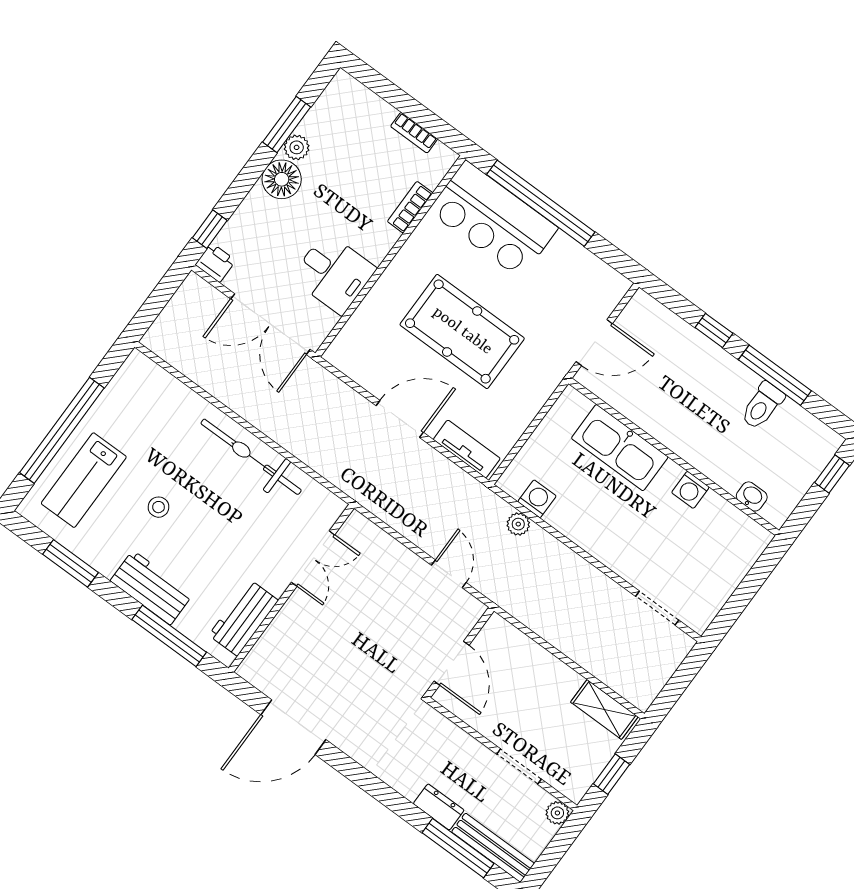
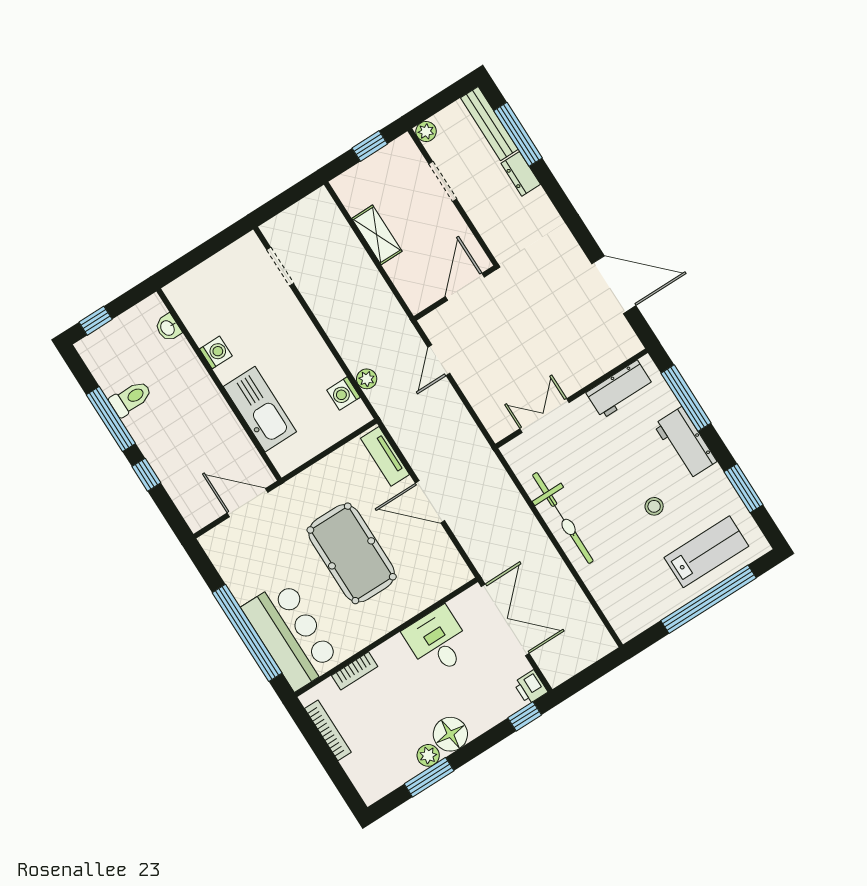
bookcase: (414, 133) -> (328, 730), width x1.56
shelving: (604, 709) -> (377, 235), moved

